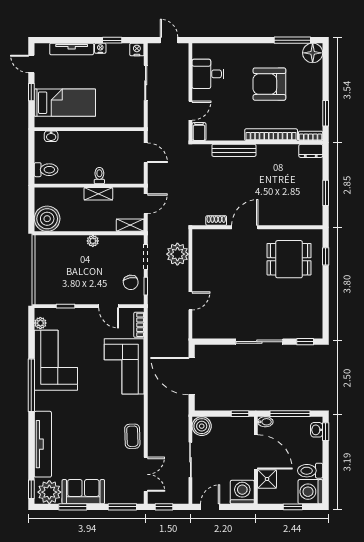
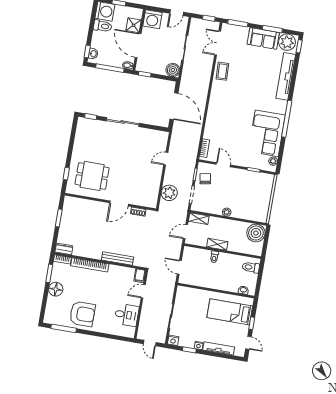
floor lamp: (313, 53) -> (56, 289), moved
armchair: (269, 84) -> (82, 314), moved
corner sofa: (124, 366) -> (220, 121), removed

